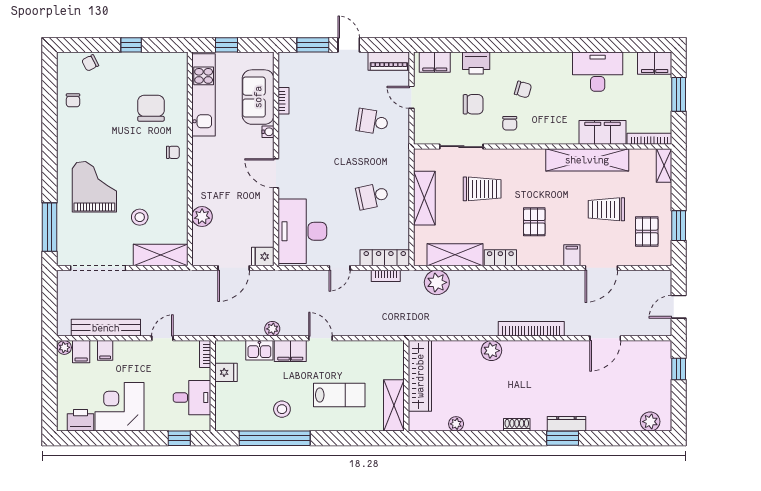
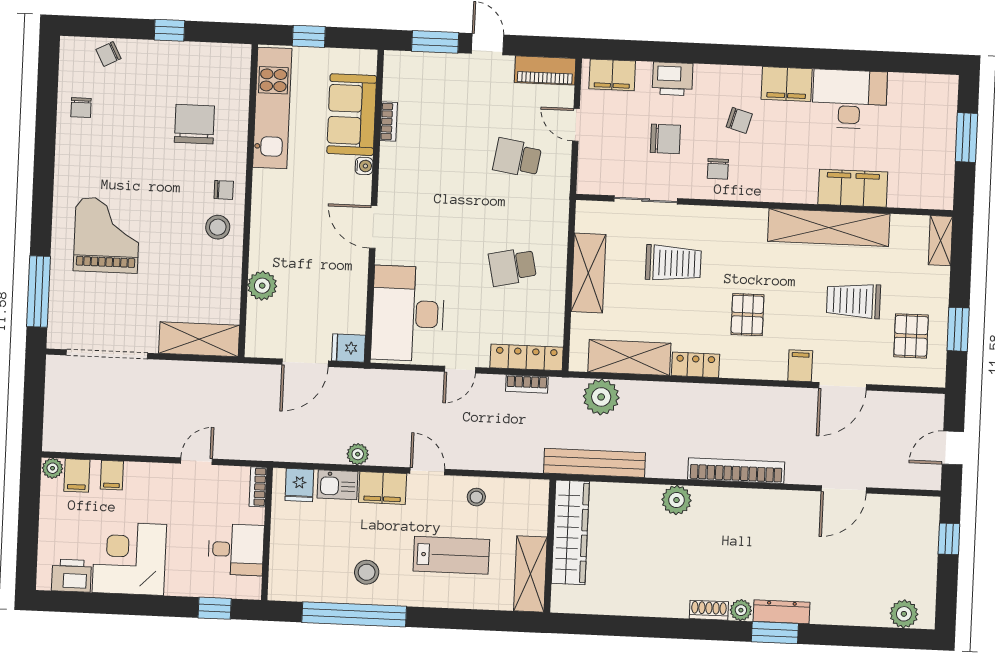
filing cabinet: (655, 63) -> (787, 84), moved
bookcase: (649, 139) -> (921, 201), removed
stool: (140, 217) -> (218, 227), moved
bench: (106, 328) -> (595, 463), moved
stool: (355, 355) -> (476, 497), added
fridge: (226, 372) -> (299, 485), moved, turned 90
plant: (456, 424) -> (741, 610), moved

